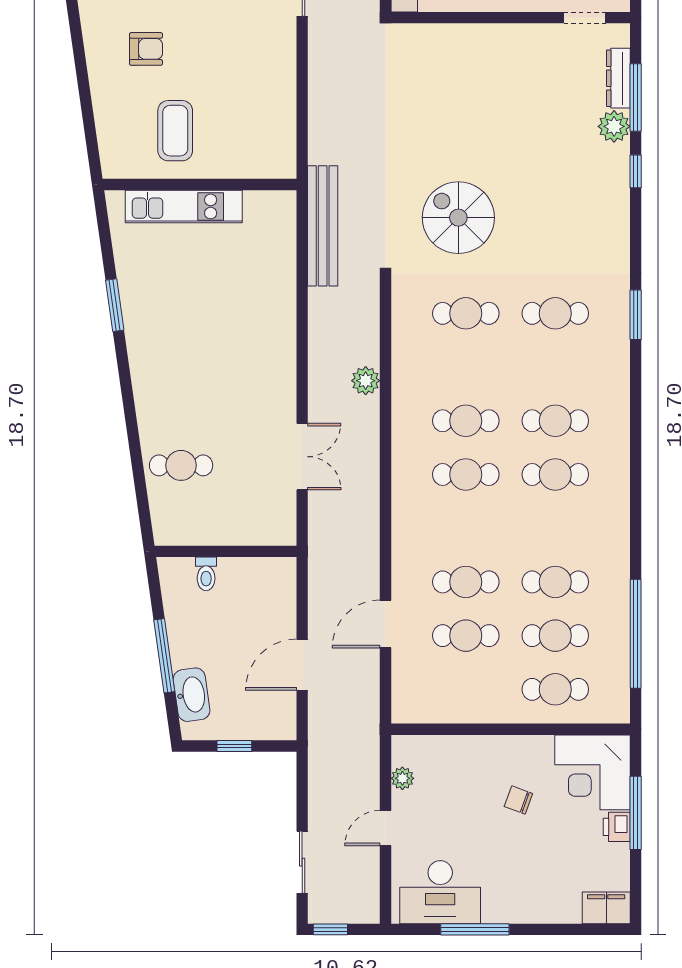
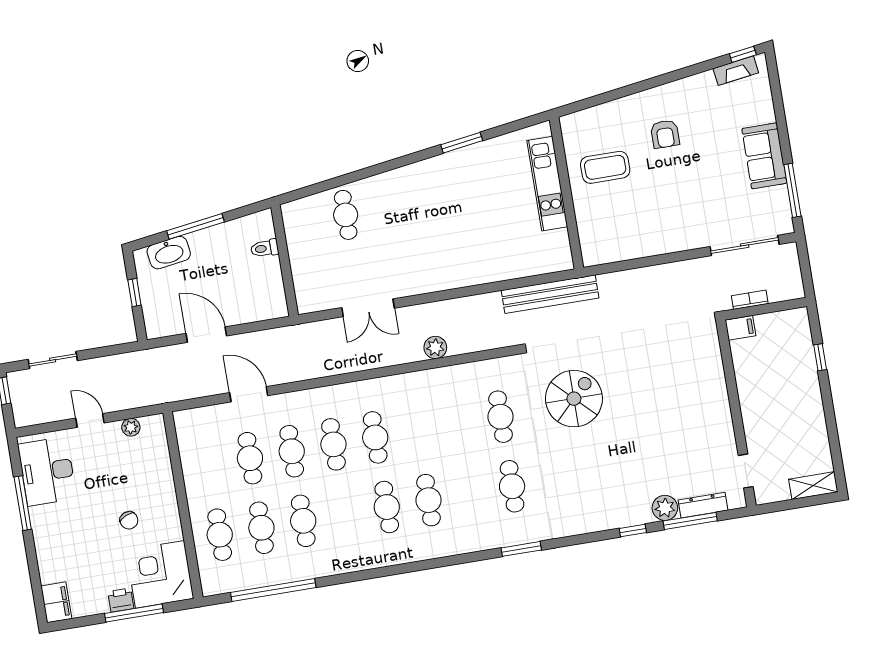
cafe table: (466, 421) -> (333, 444), moved
chair: (518, 800) -> (129, 520), turned 137

